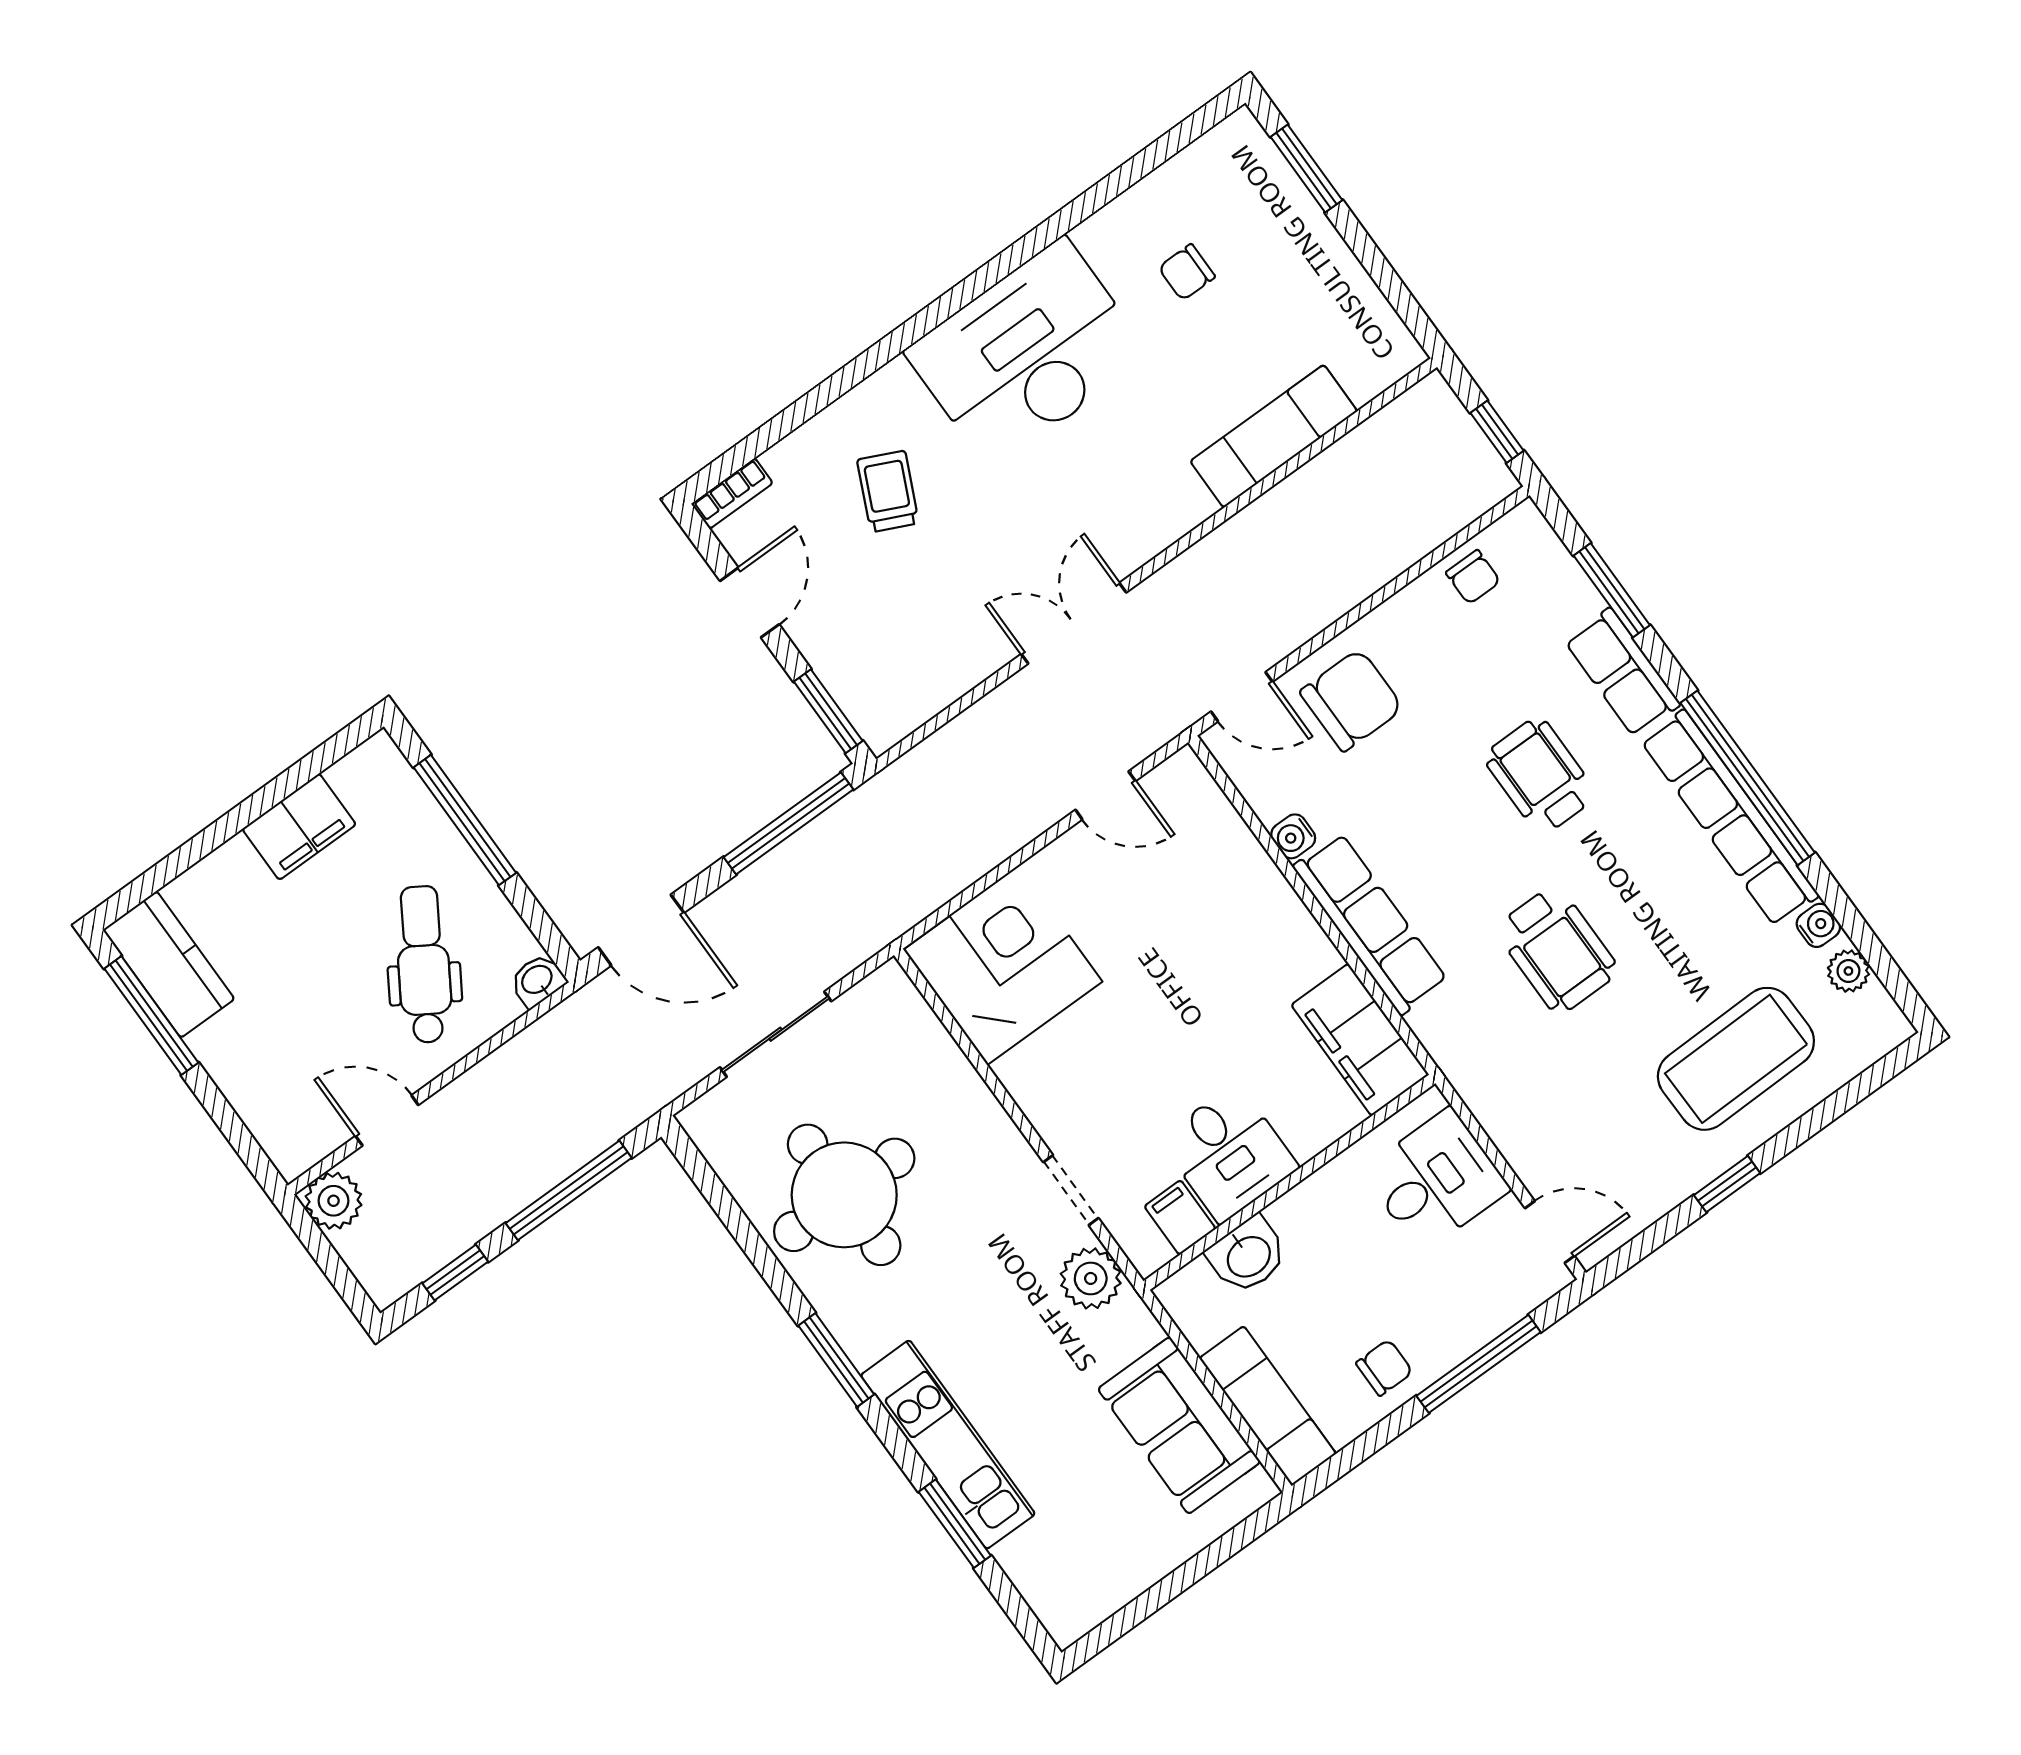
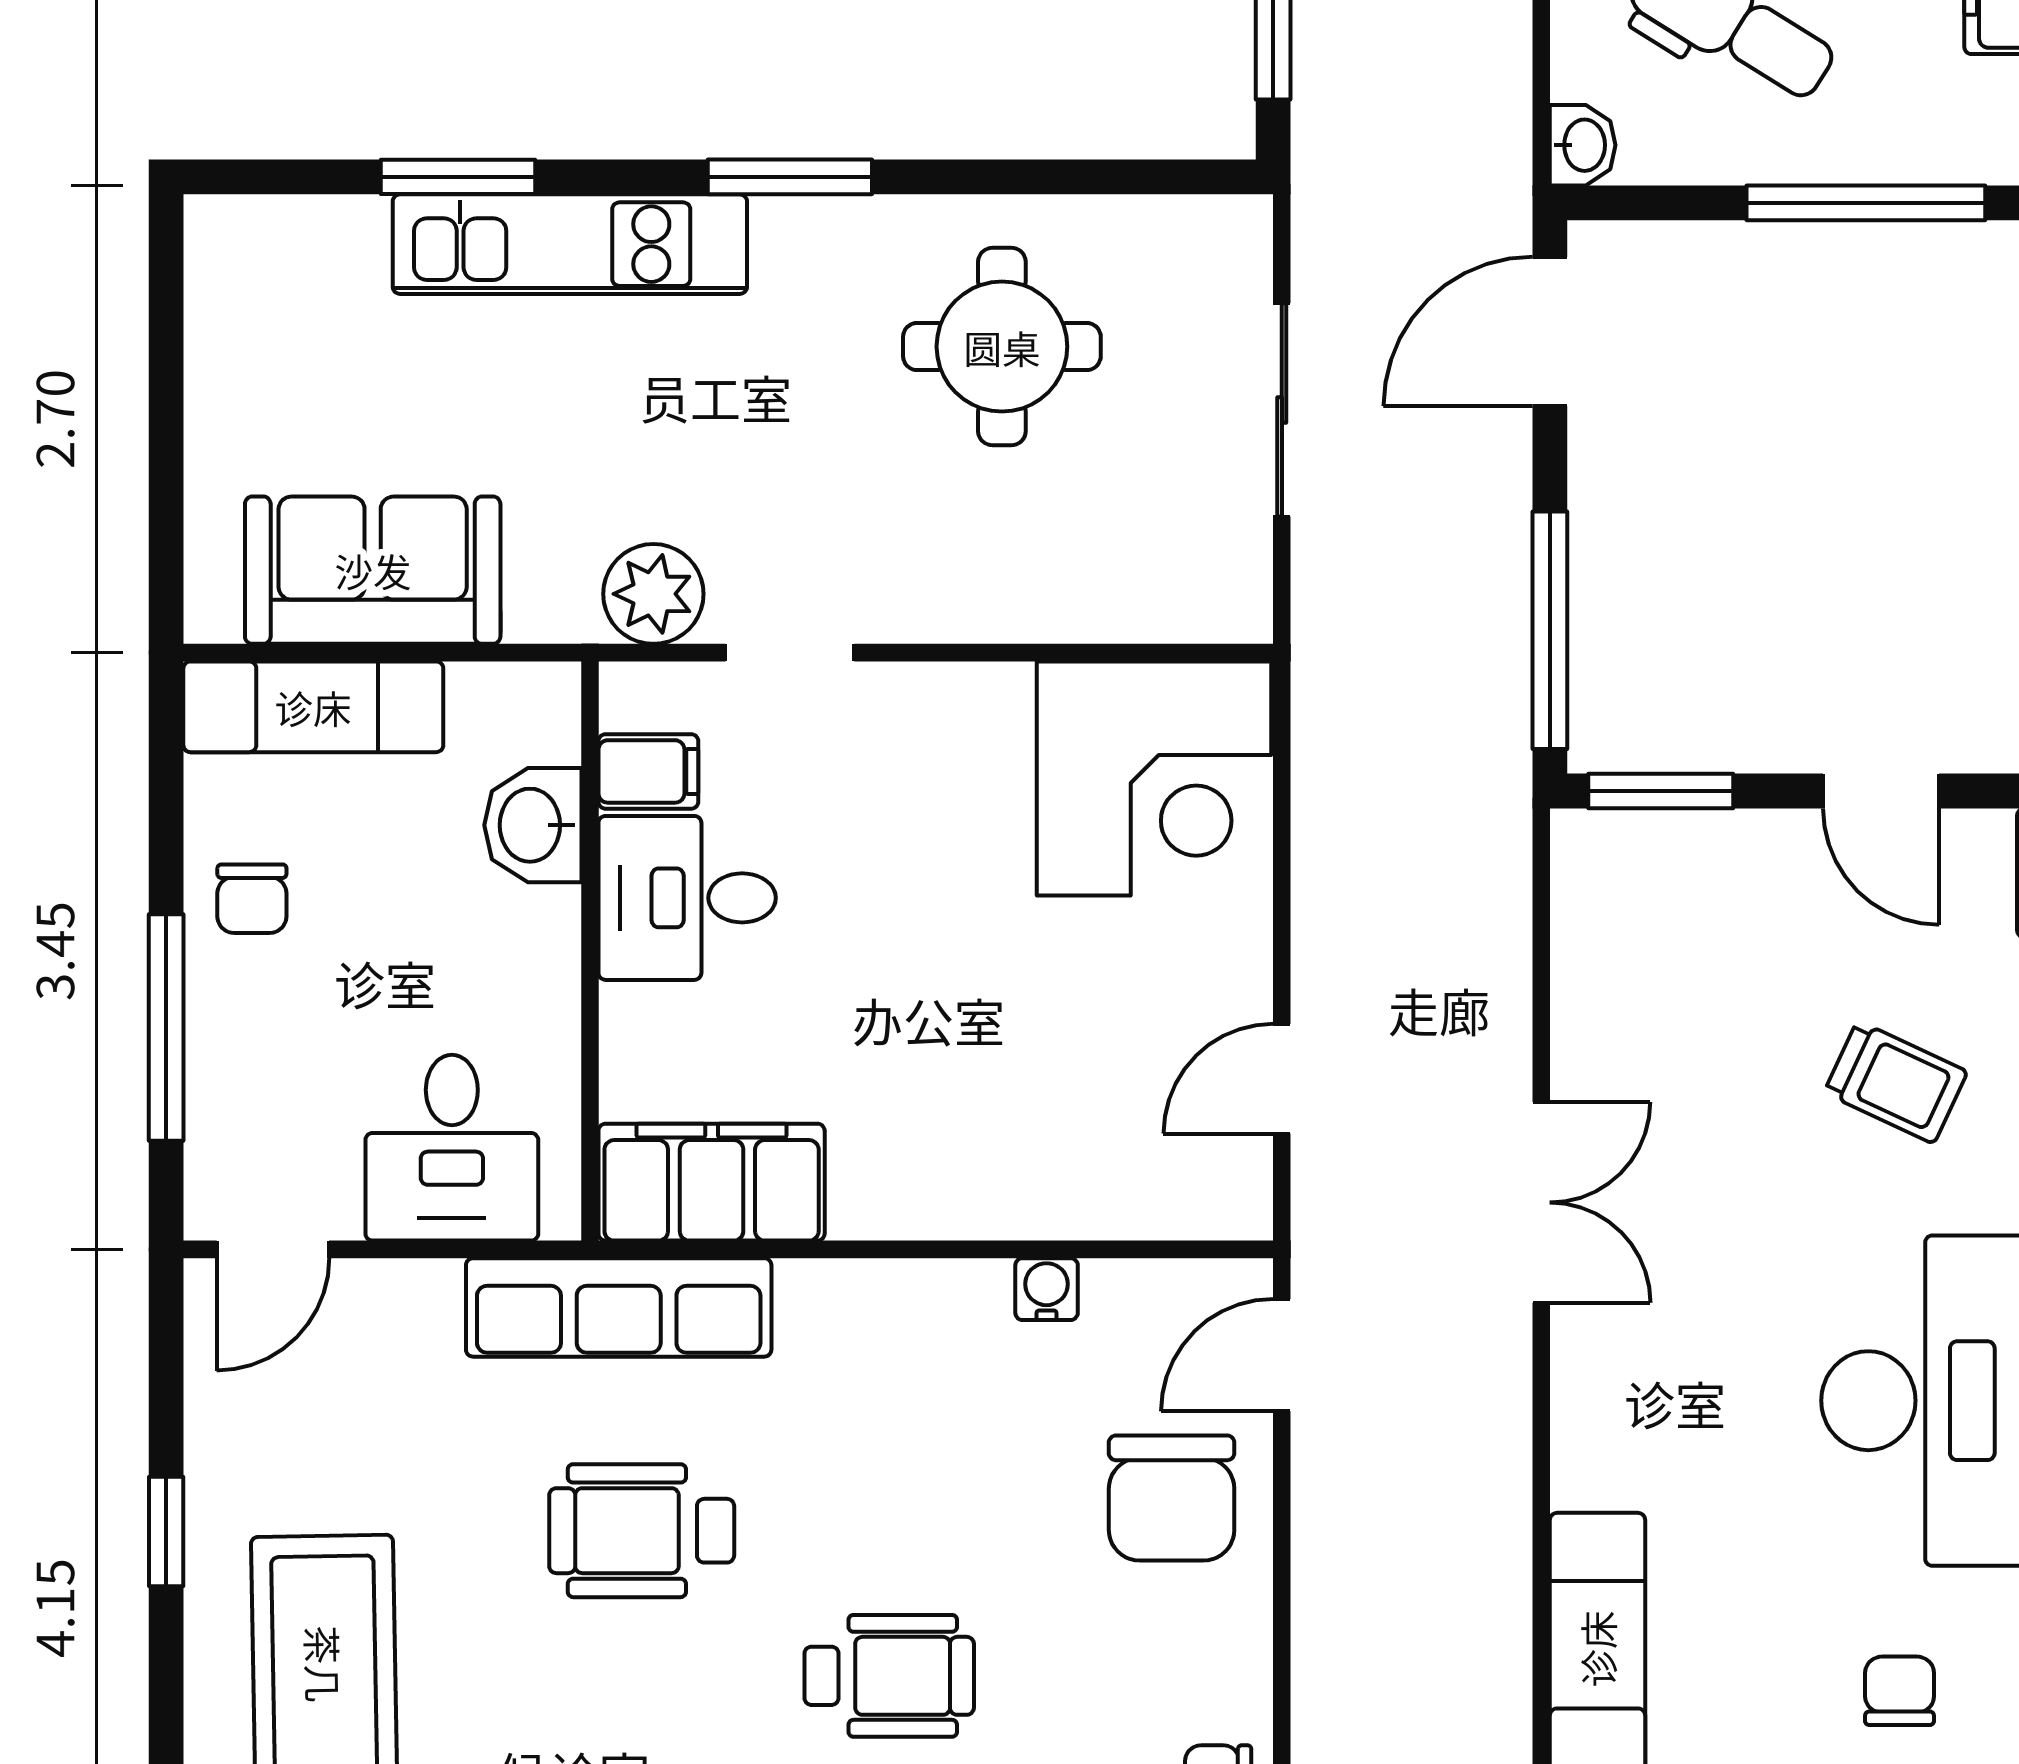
row of seats: (1370, 924) -> (619, 1307), moved
round table: (844, 1195) -> (1002, 347), width x0.73, depth x0.73

